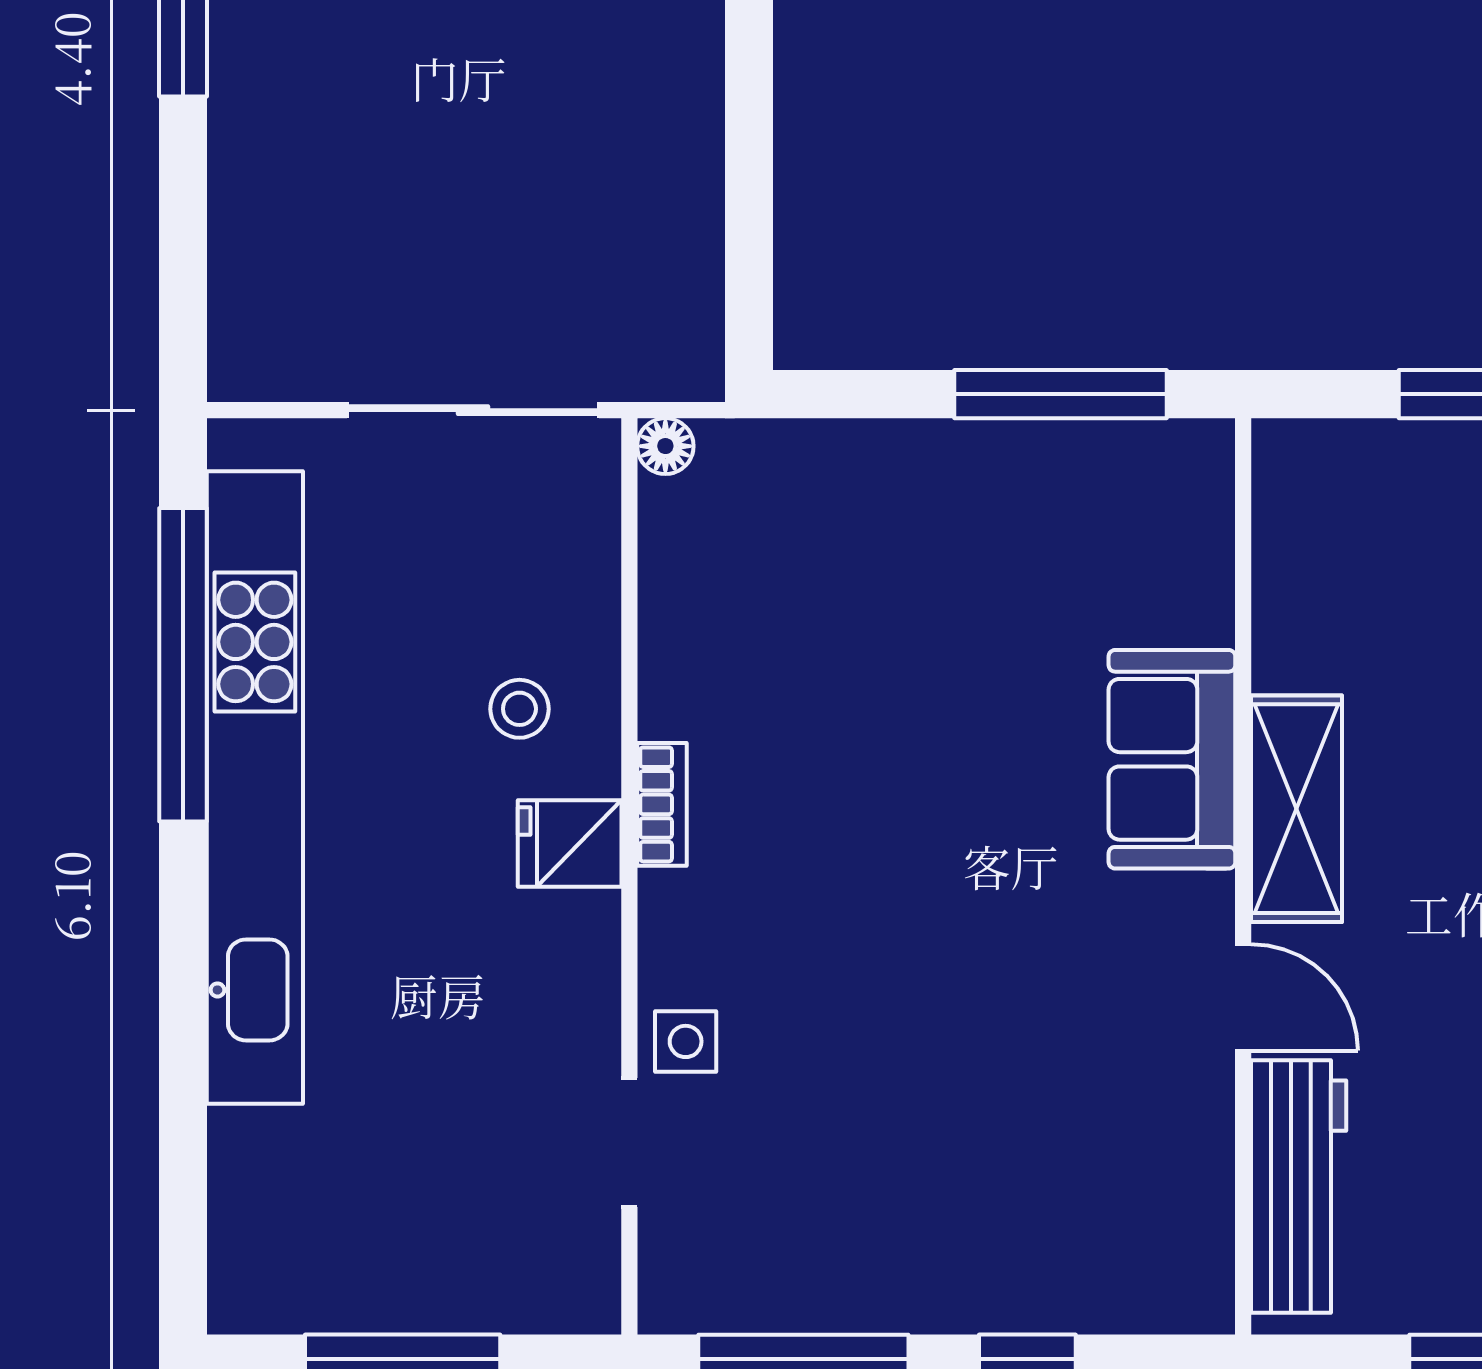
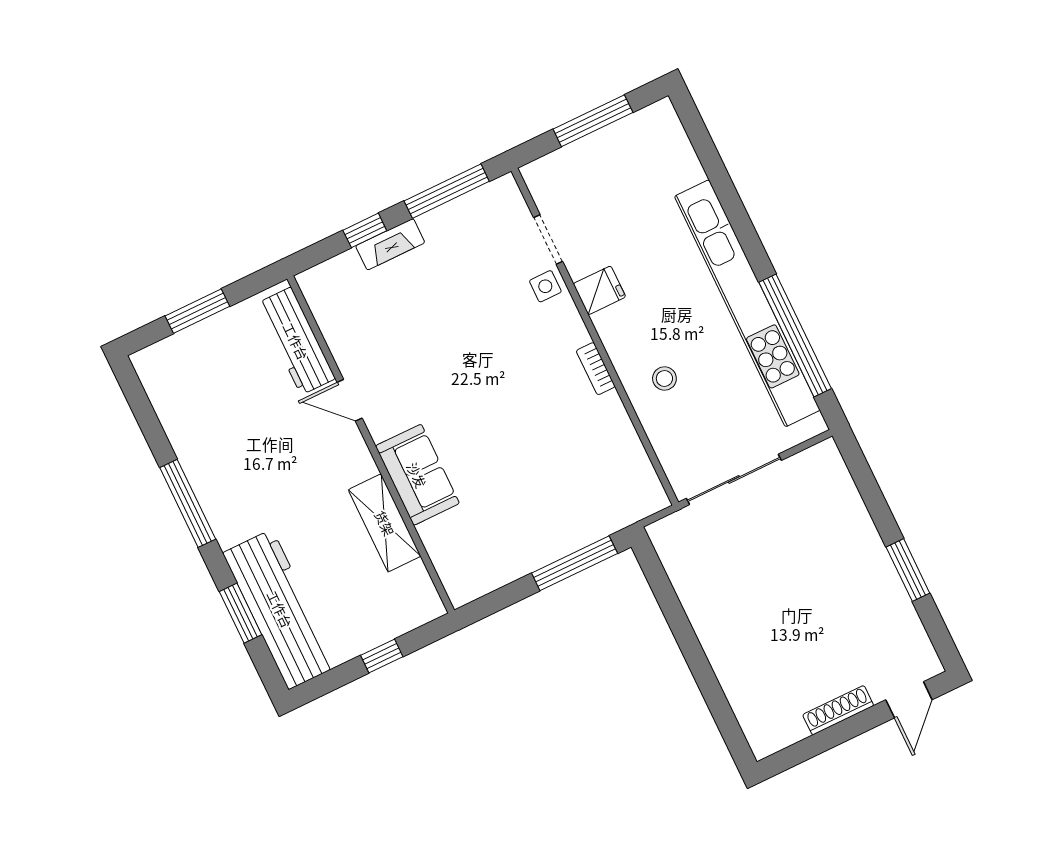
window: (1060, 394) -> (575, 563), moved
floor lamp: (665, 446) -> (657, 500), removed
shelving: (1296, 809) -> (385, 523), moved
fridge: (570, 844) -> (599, 290), moved
fireplace: (986, 1301) -> (390, 244), added

